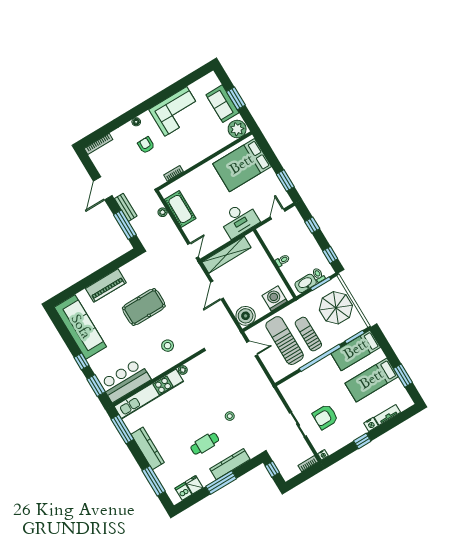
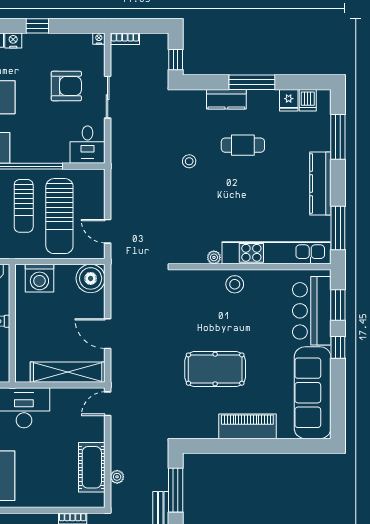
door: (217, 290) -> (108, 334), swing flipped
stool: (168, 346) -> (235, 284), moved
bar counter: (125, 381) -> (312, 311), moved, turned 90
desk: (293, 391) -> (87, 145), added
kitchen counter: (230, 464) -> (226, 99), width x0.67

